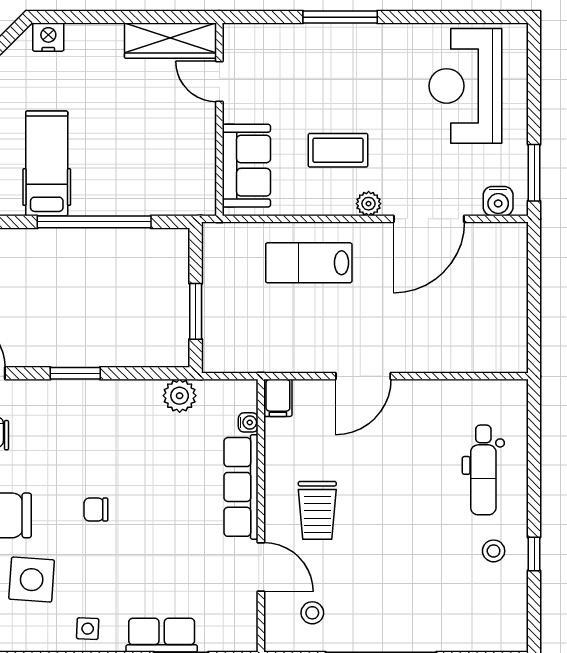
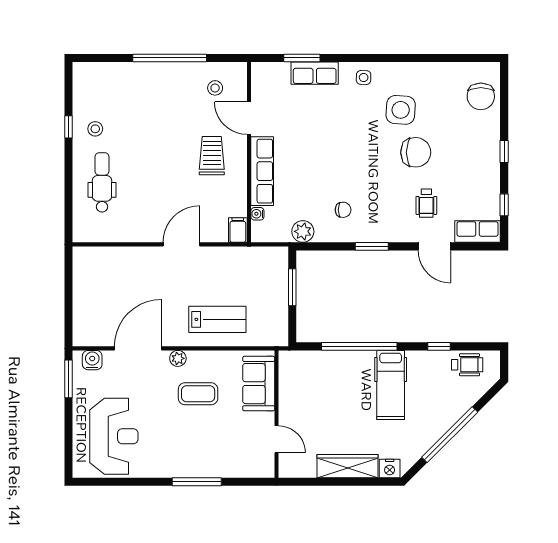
wardrobe: (171, 41) -> (347, 466), moved
chair: (96, 510) -> (343, 210), moved

